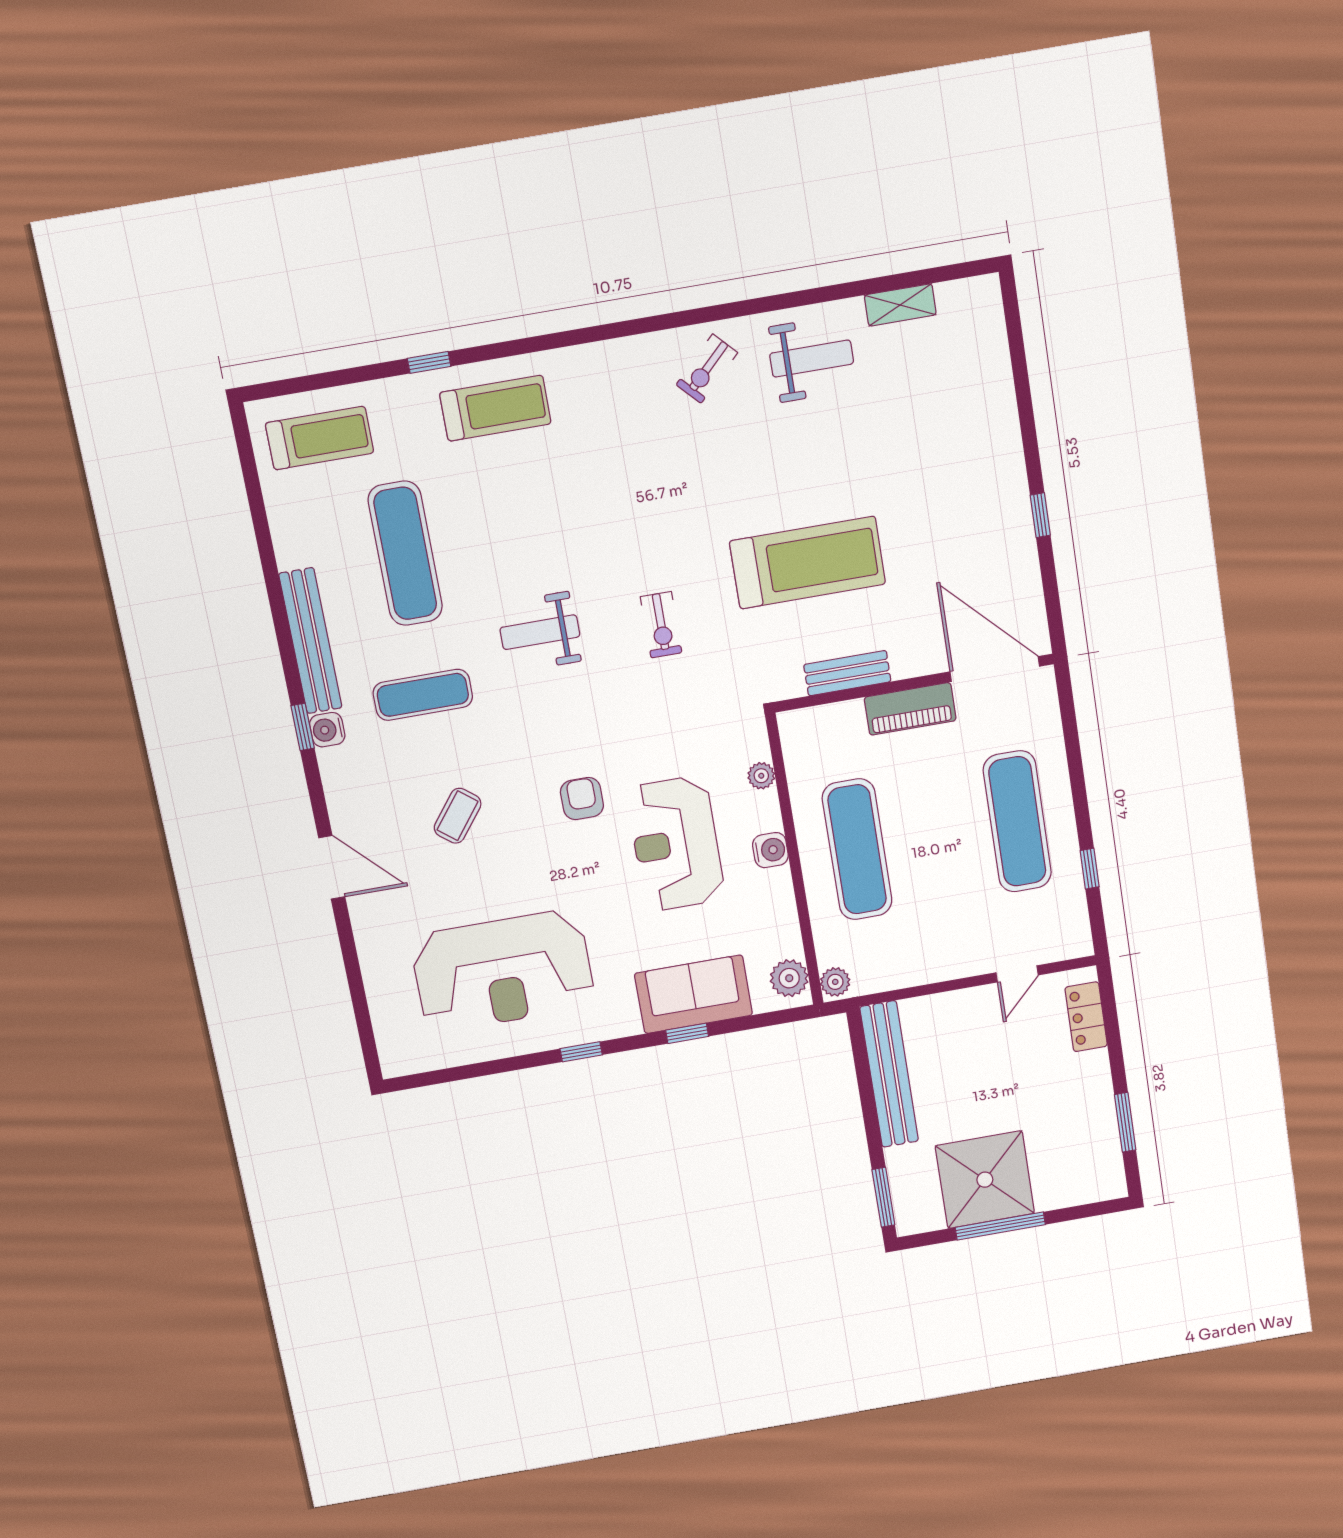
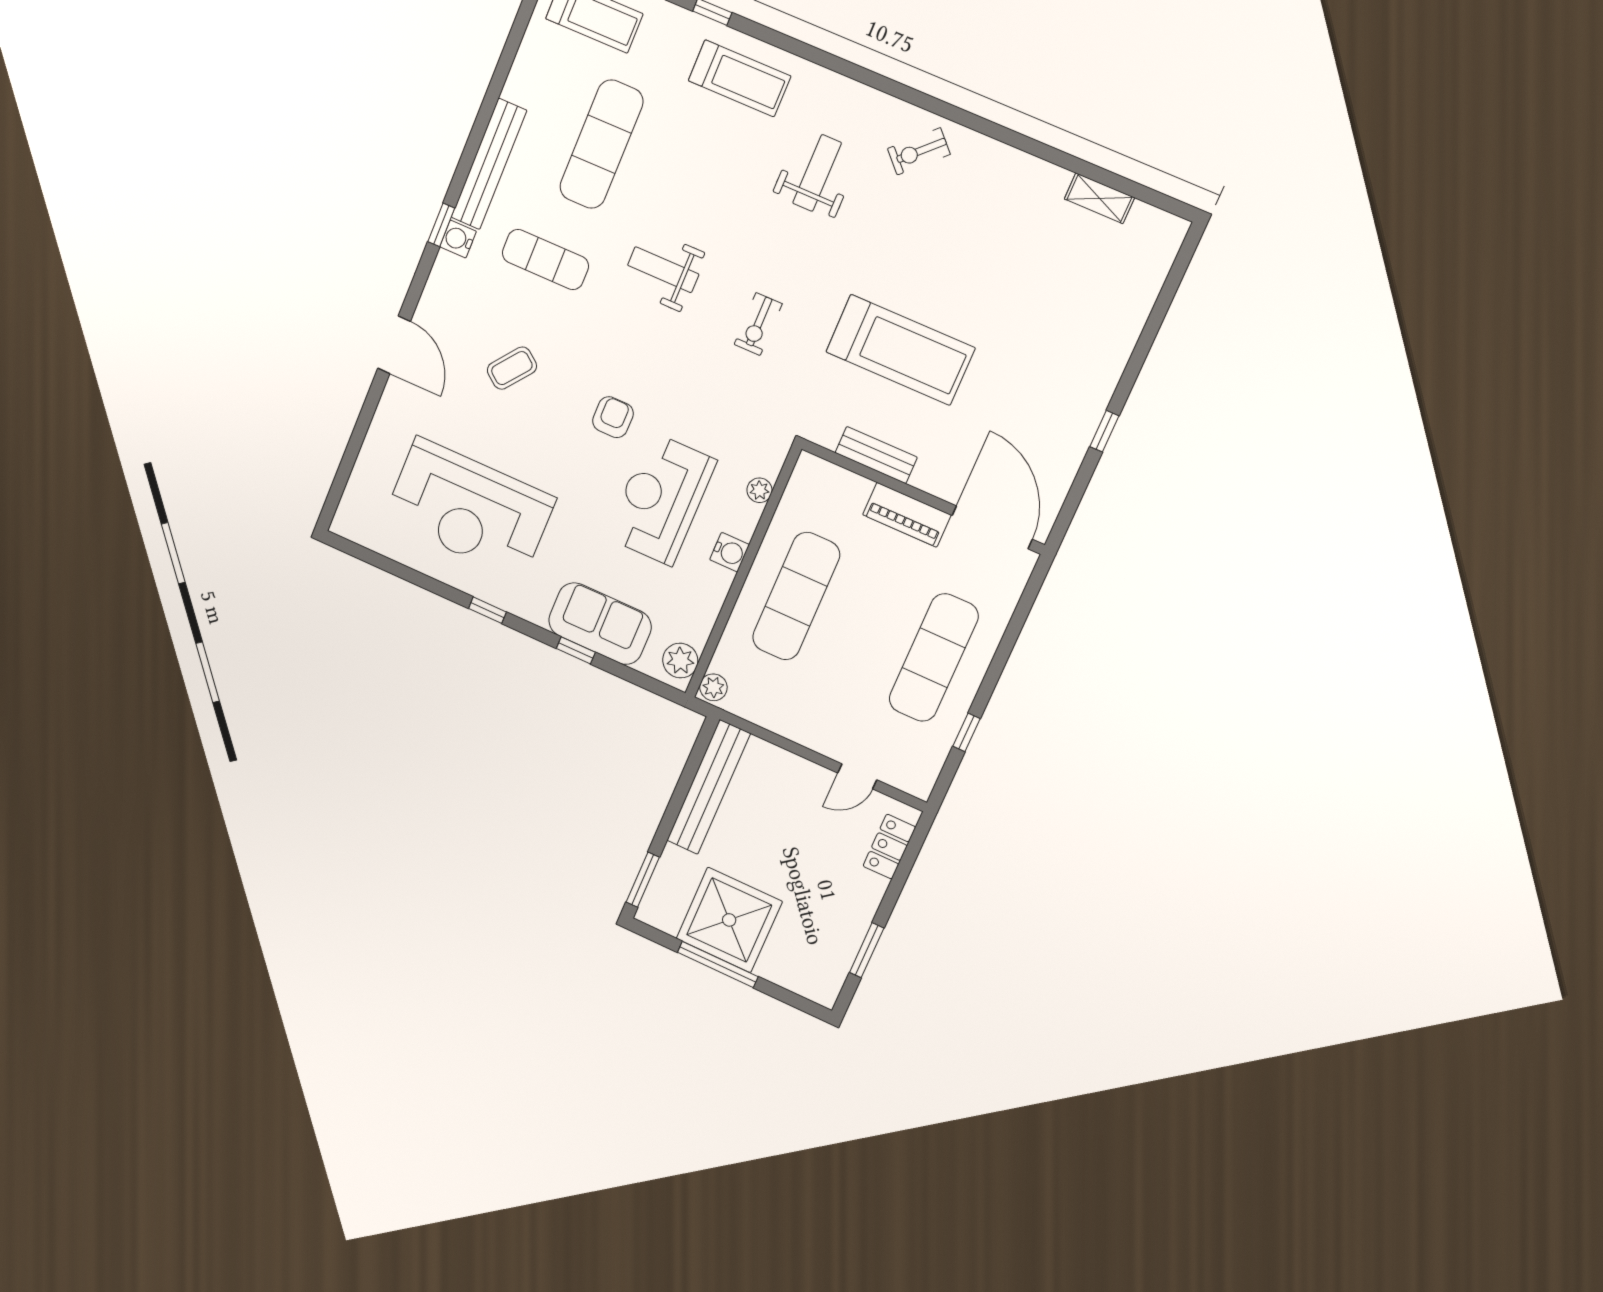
weight bench: (812, 359) -> (817, 173), moved, turned -90

